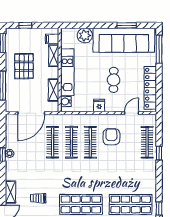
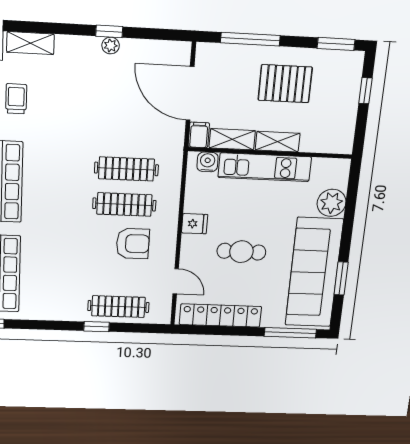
filing cabinet: (52, 39) -> (199, 135), moved
shelving: (54, 56) -> (278, 142), moved
clothes rail: (53, 142) -> (129, 133), removed

